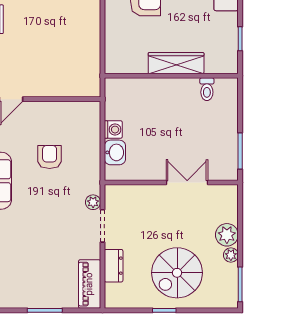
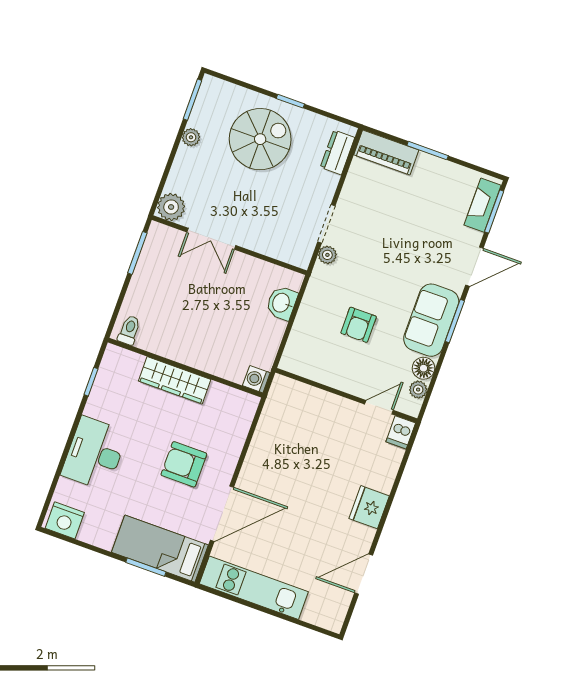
toilet: (207, 89) -> (129, 330), moved
washing machine: (113, 130) -> (256, 379), moved
plant: (227, 235) -> (171, 207), moved
dresser: (114, 266) -> (338, 152), moved
piano: (90, 284) -> (386, 152), moved, turned 90

